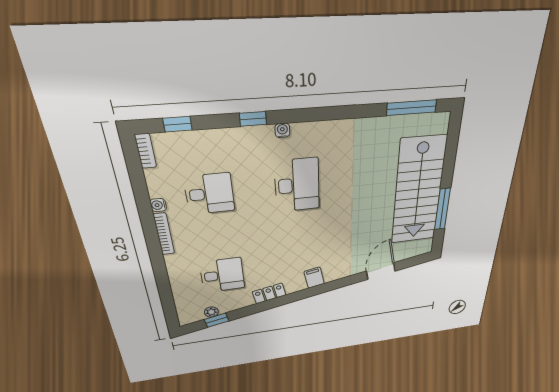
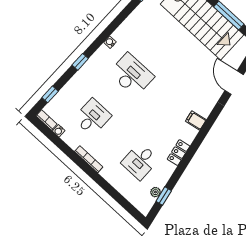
water cooler: (282, 130) -> (110, 42), moved
water cooler: (158, 205) -> (59, 131), moved
desk: (222, 275) -> (140, 161), turned 180

